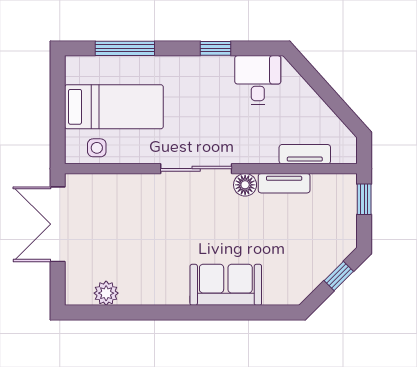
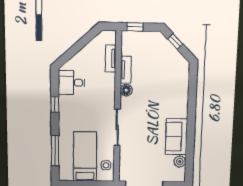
sliding door: (196, 169) -> (117, 127), moved
sofa: (226, 285) -> (176, 137), moved

